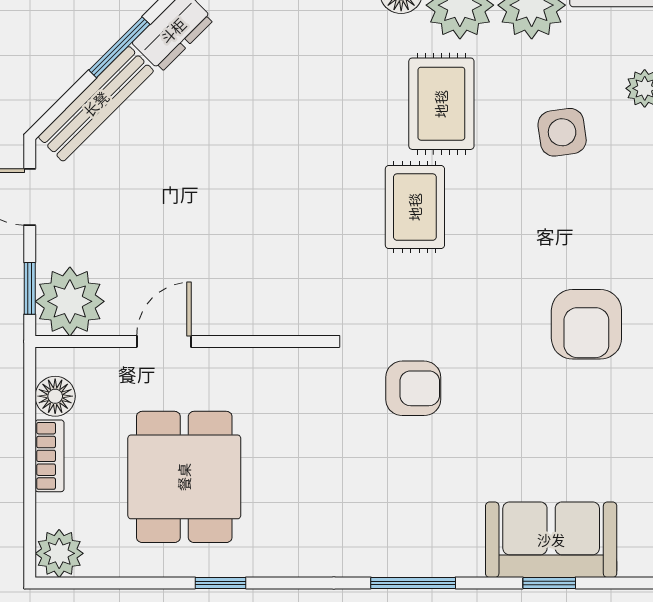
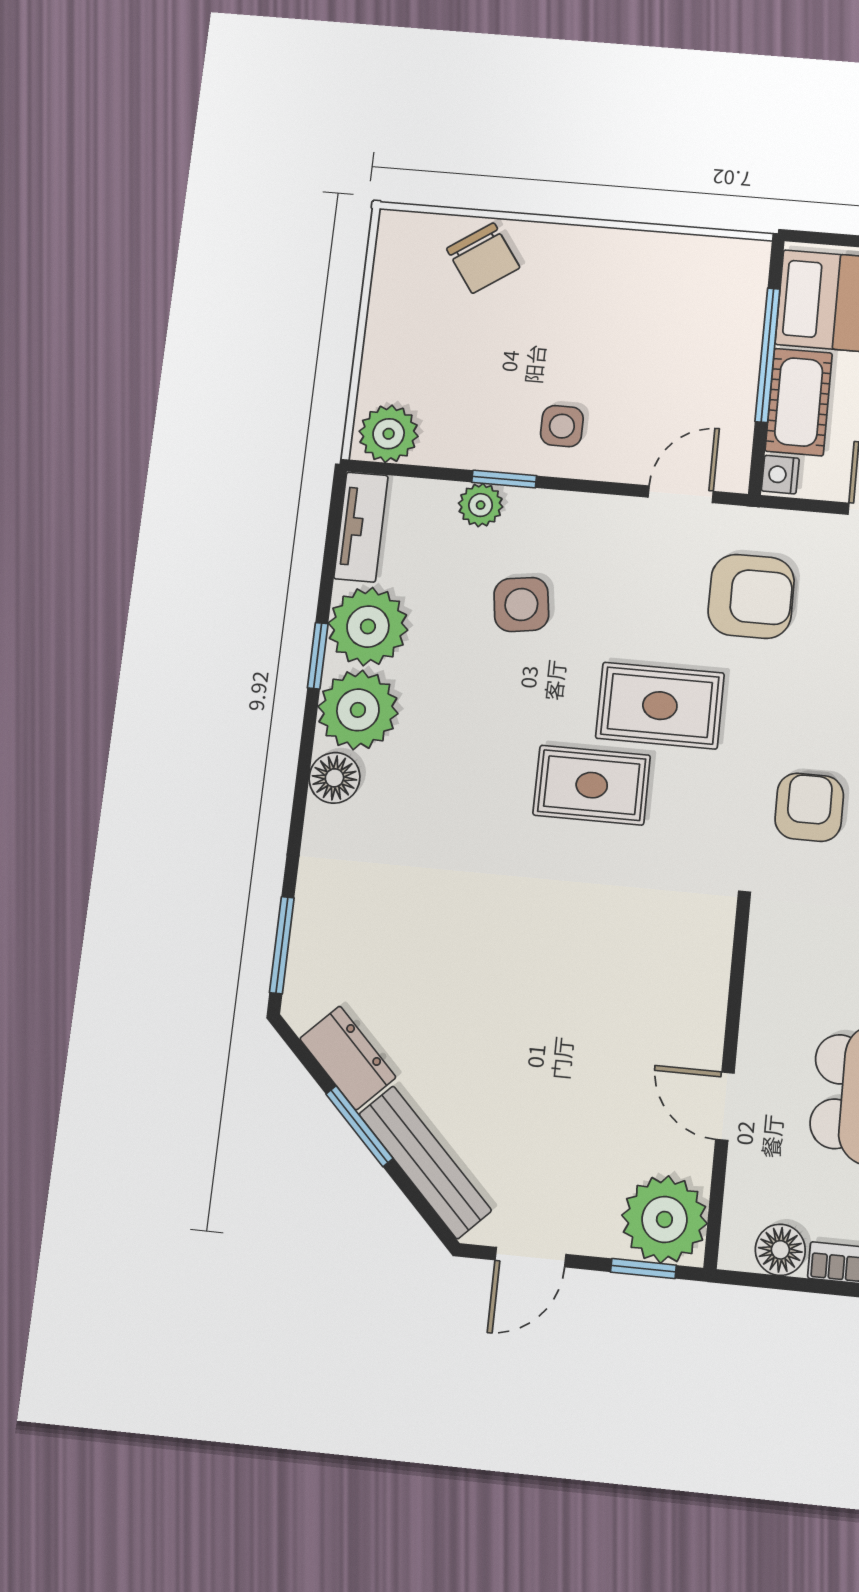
rug: (441, 104) -> (660, 706), moved

